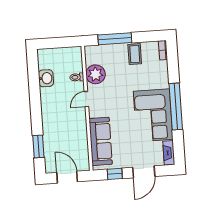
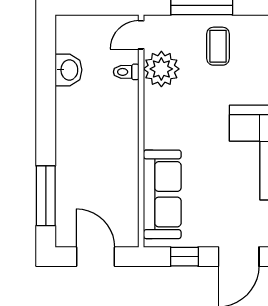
coffee table: (135, 54) -> (218, 46), moved
door: (86, 99) -> (141, 35), moved
window: (38, 146) -> (46, 196), width x1.44

